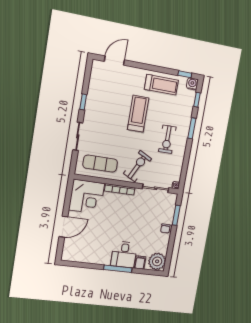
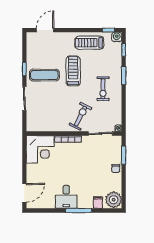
treadmill: (161, 85) -> (89, 43), turned 180
exercise mat: (100, 164) -> (44, 75), moved
door: (63, 227) -> (24, 193), moved
desk: (124, 255) -> (66, 197), moved

